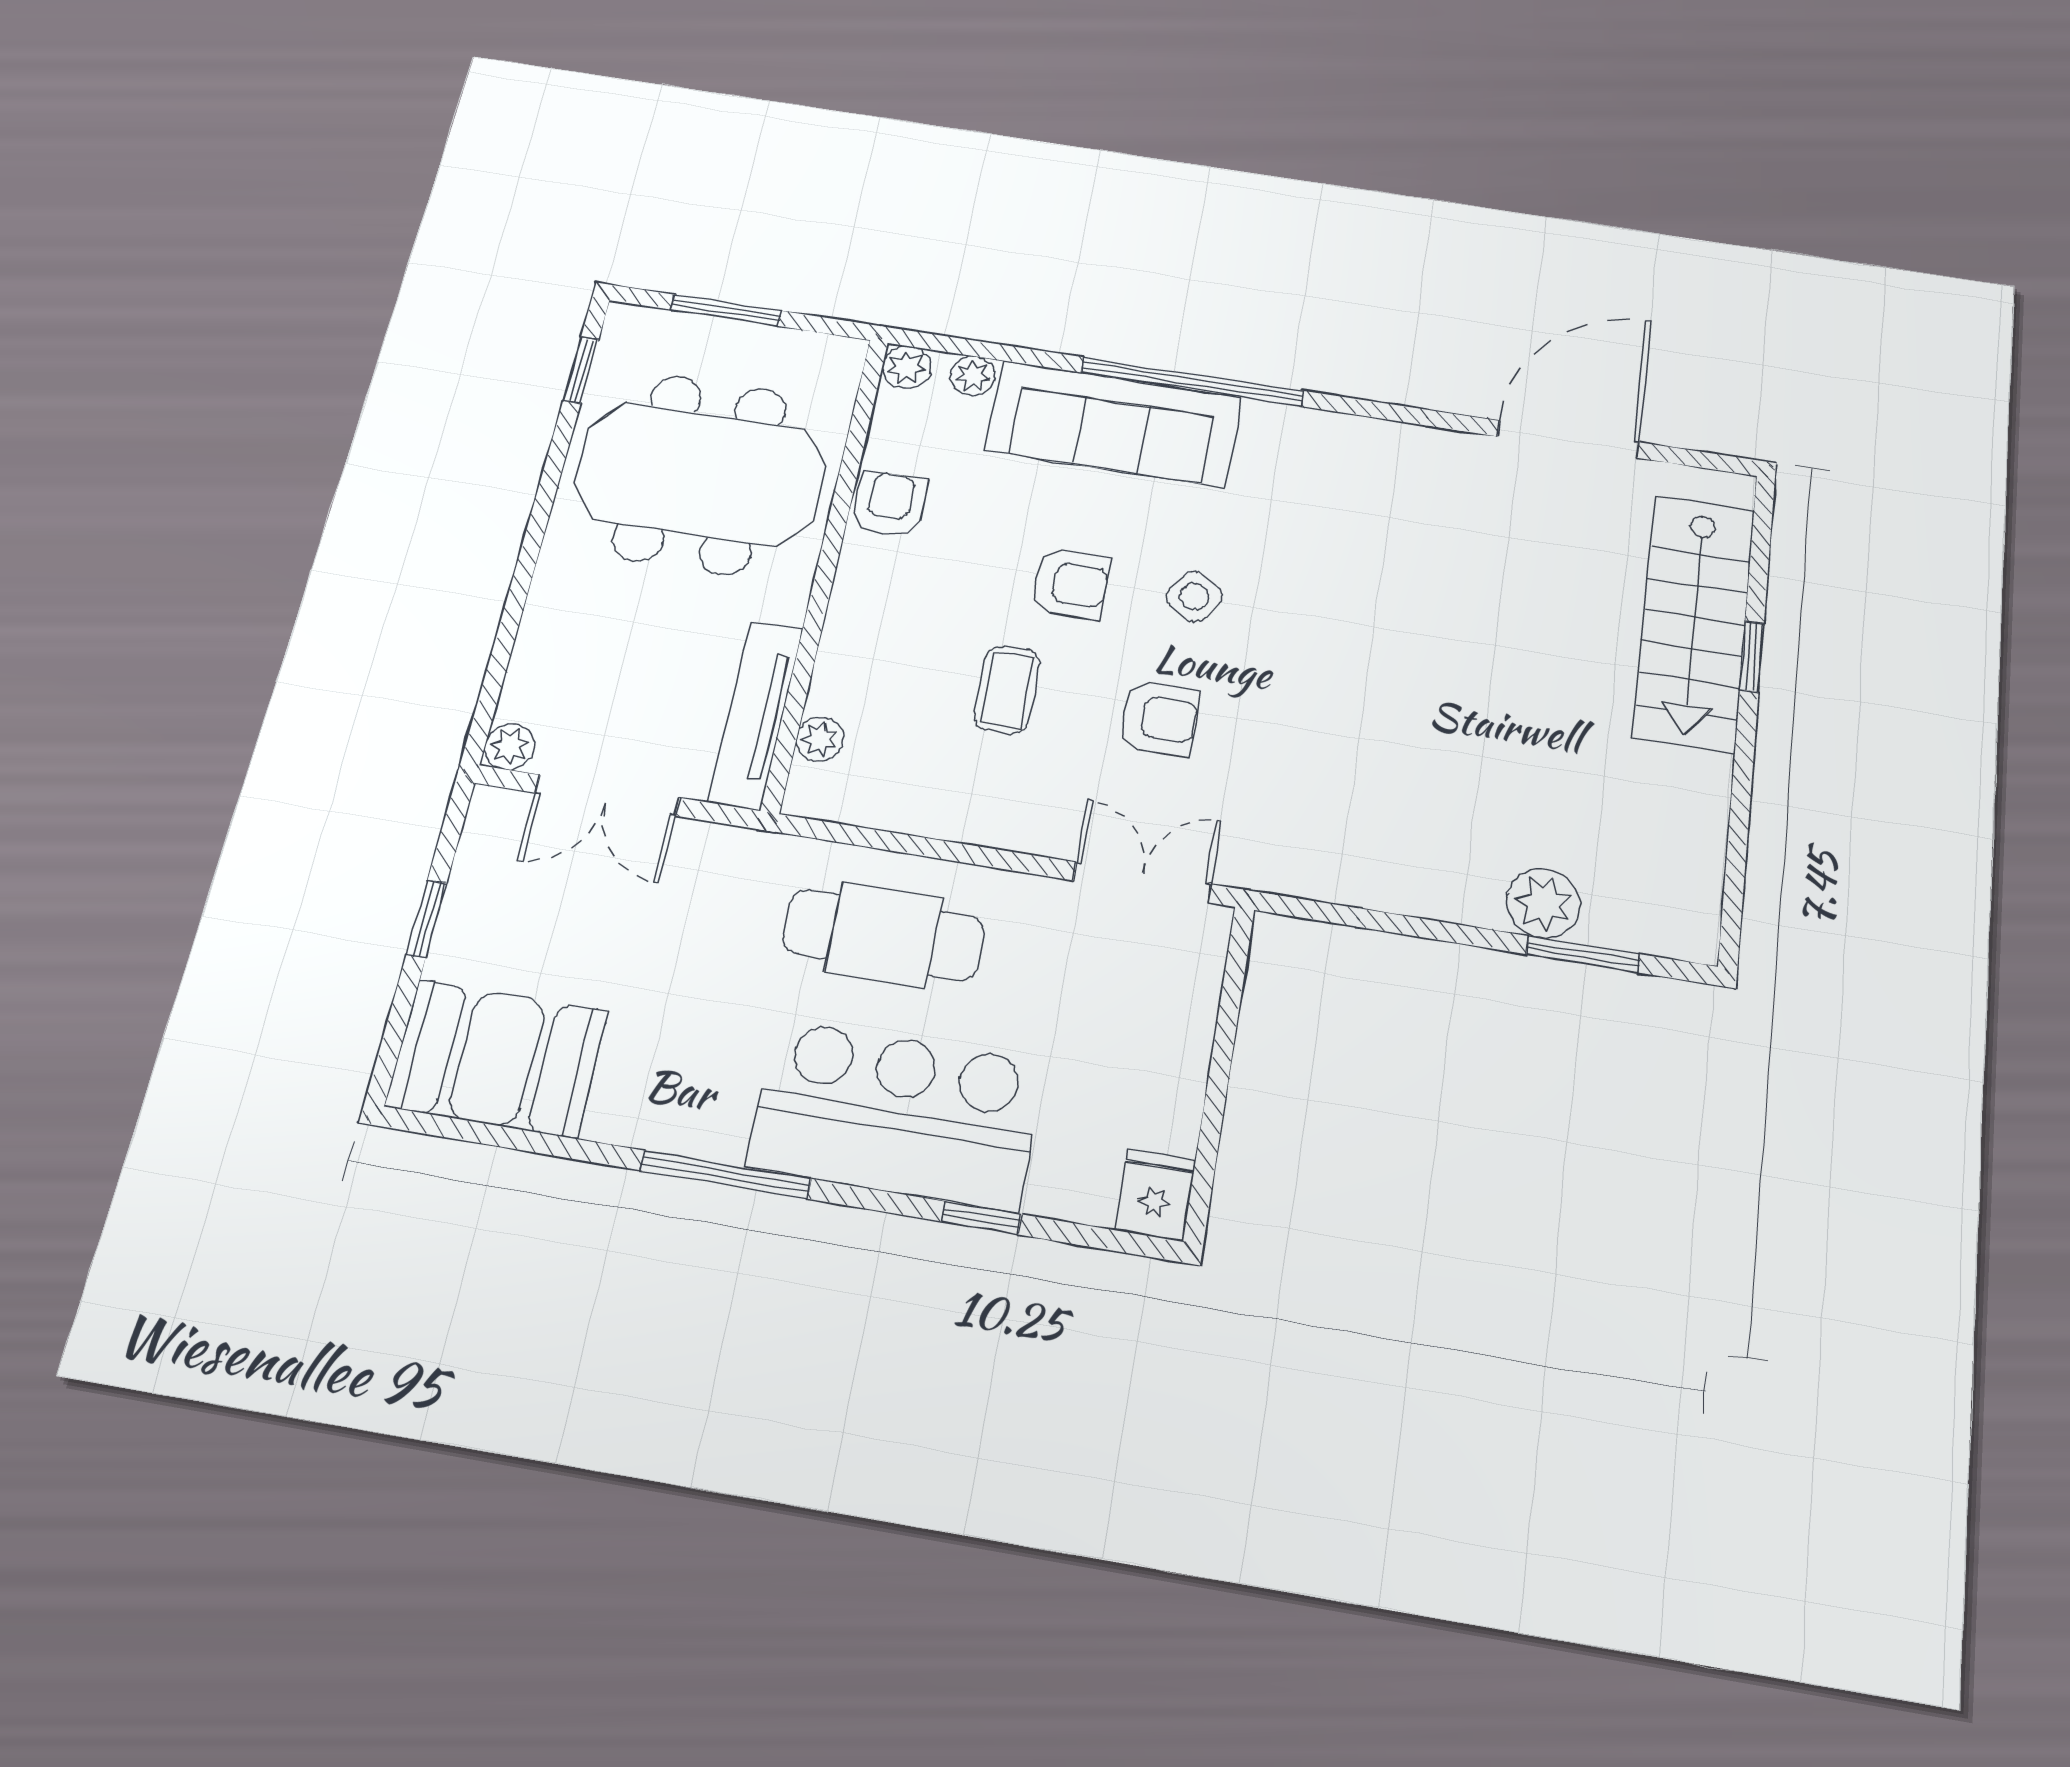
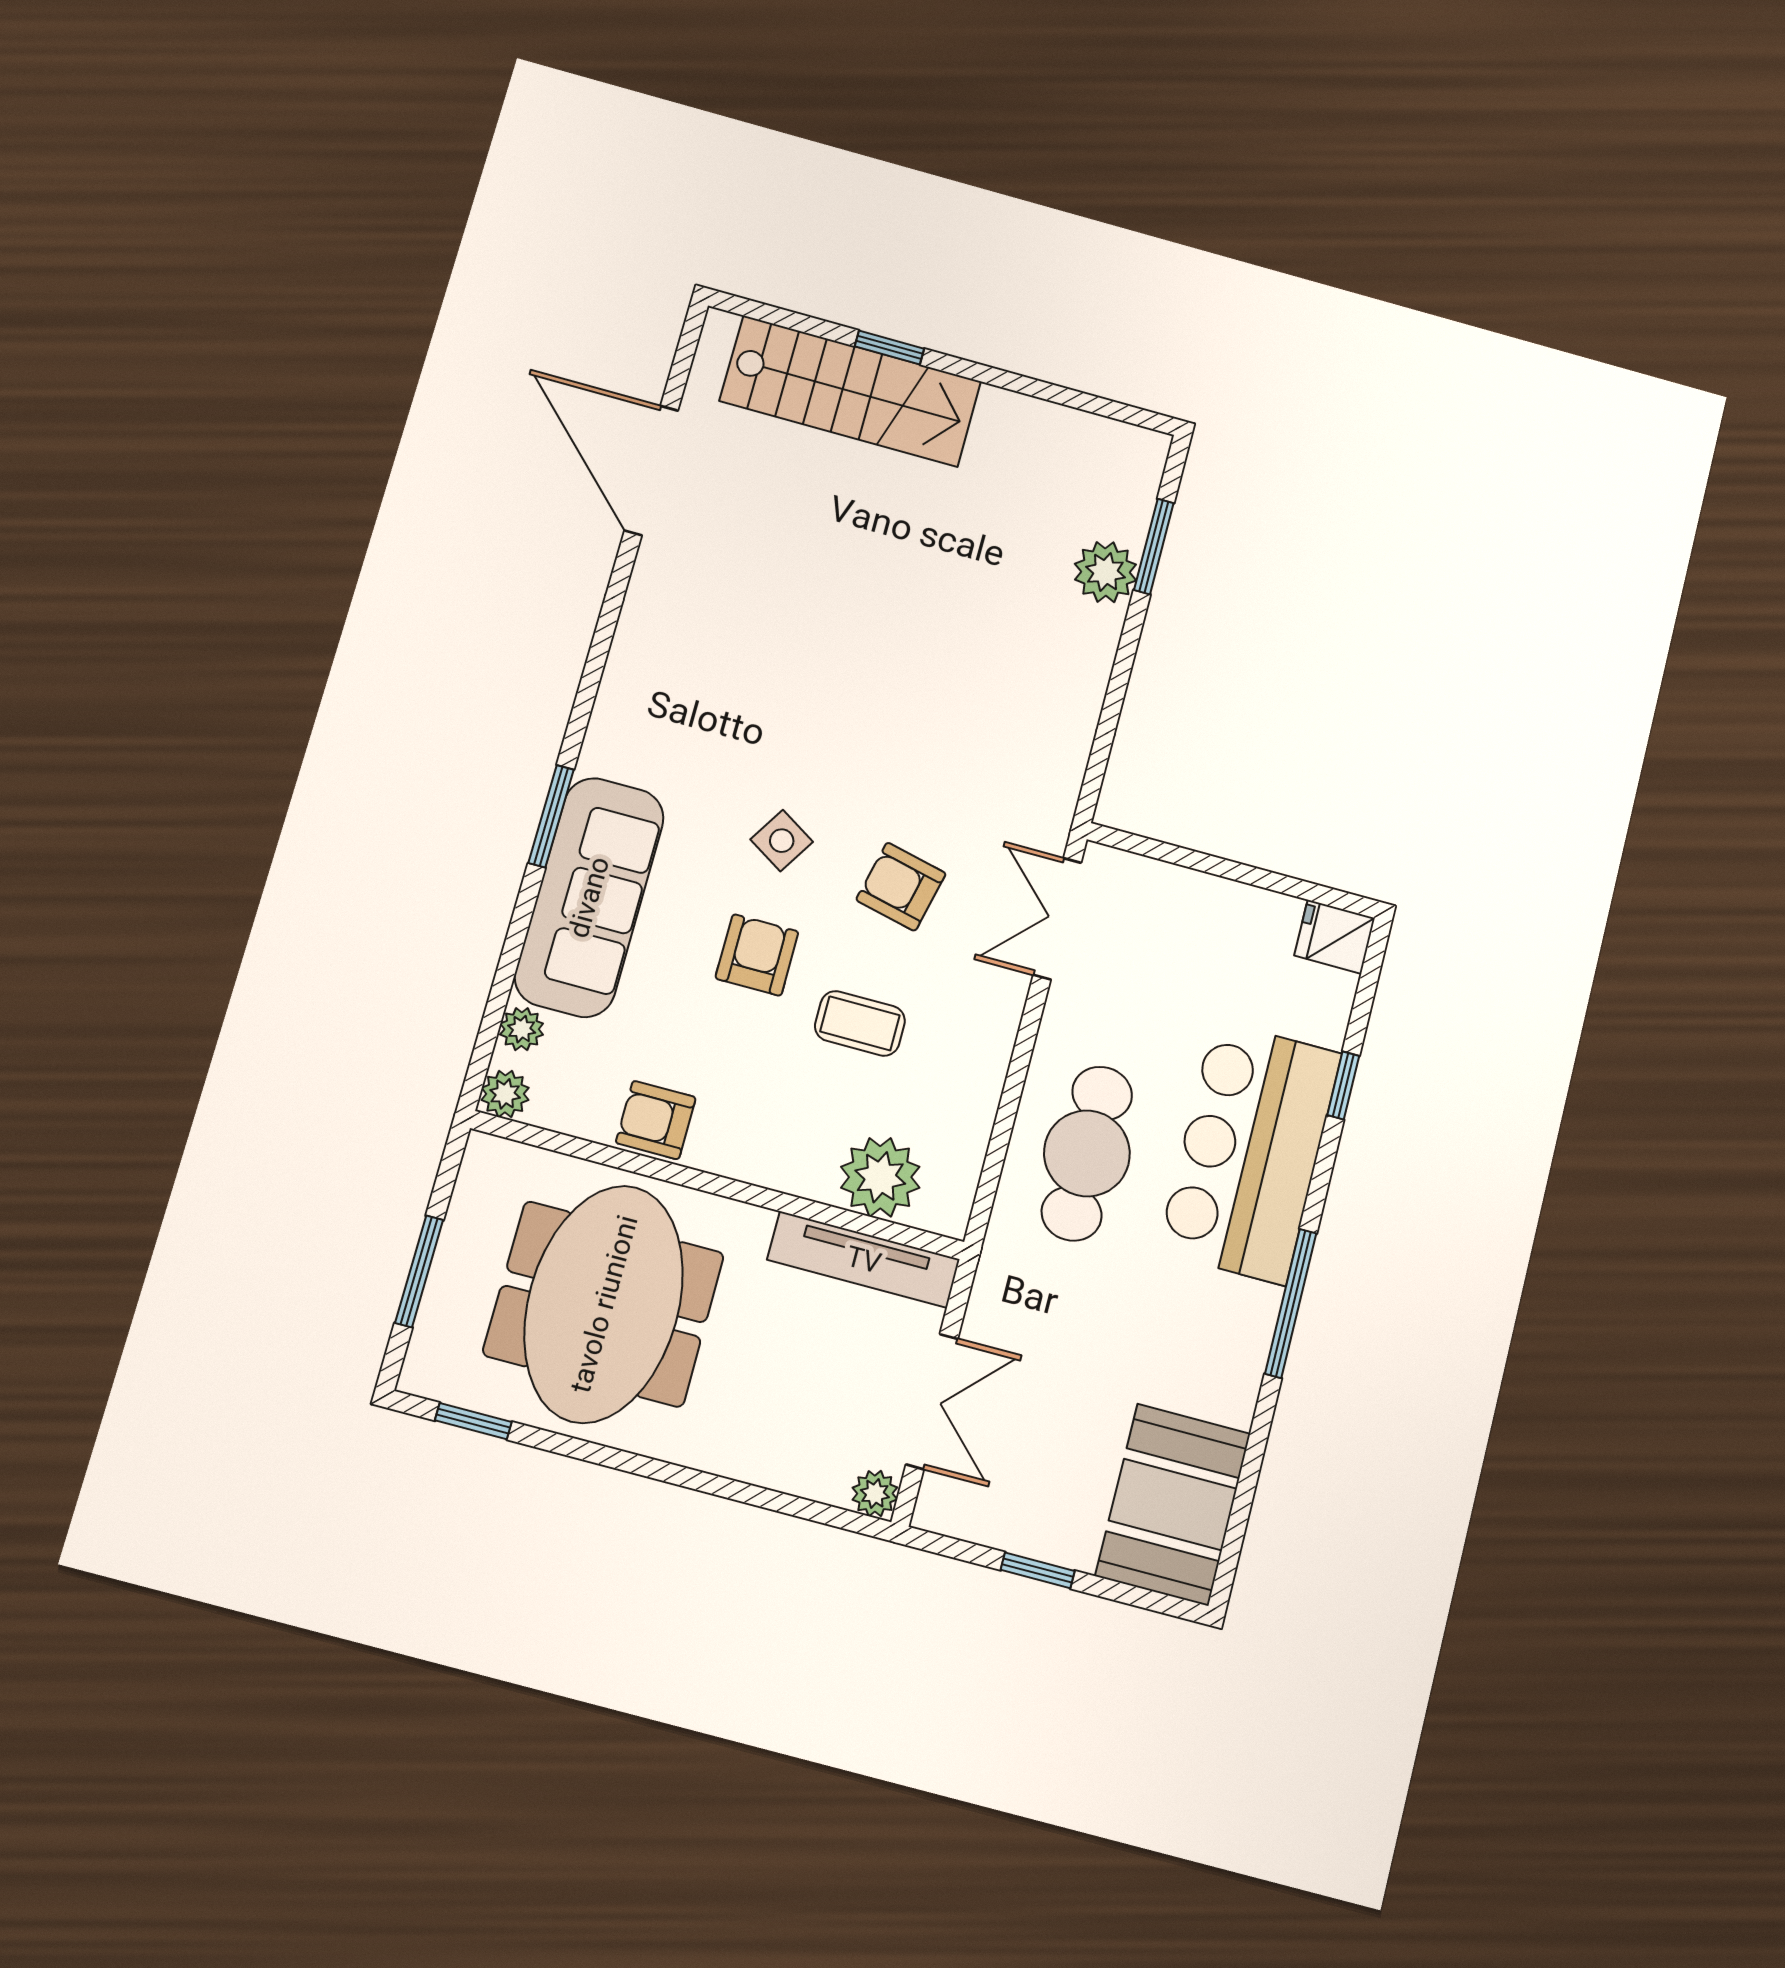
window: (1192, 382) -> (551, 816), width x0.47
armchair: (1159, 718) -> (901, 887), turned -77
plant: (820, 739) -> (880, 1177), width x1.88, depth x1.88

